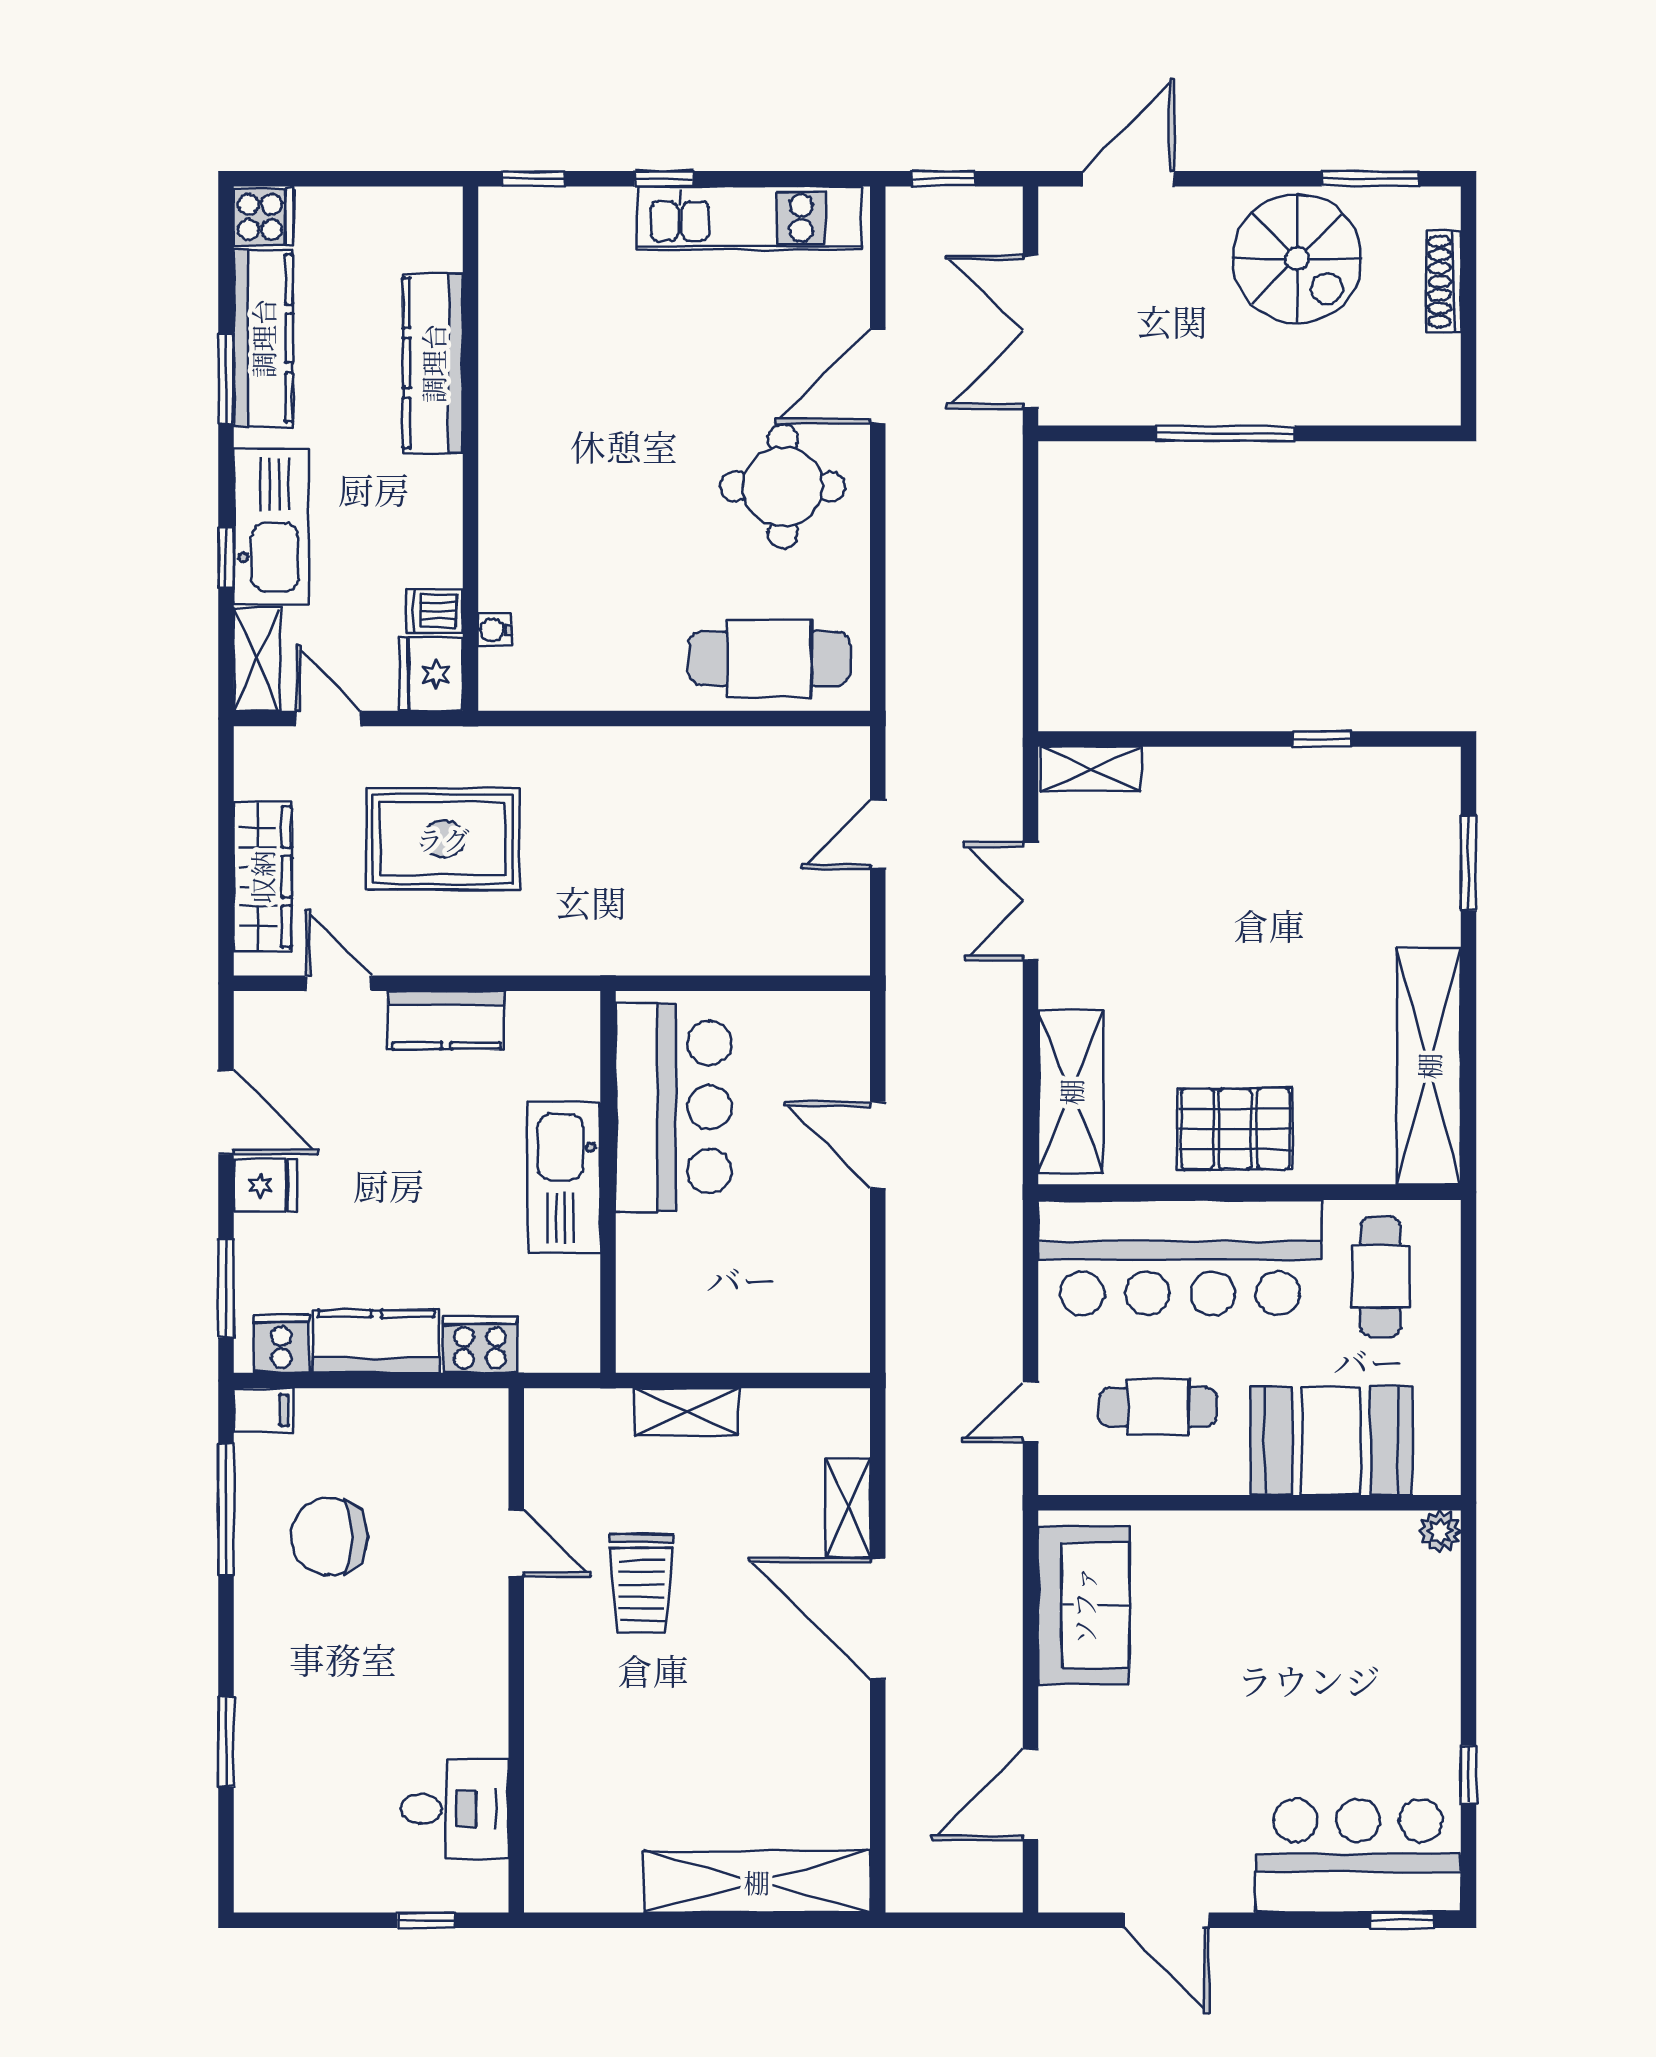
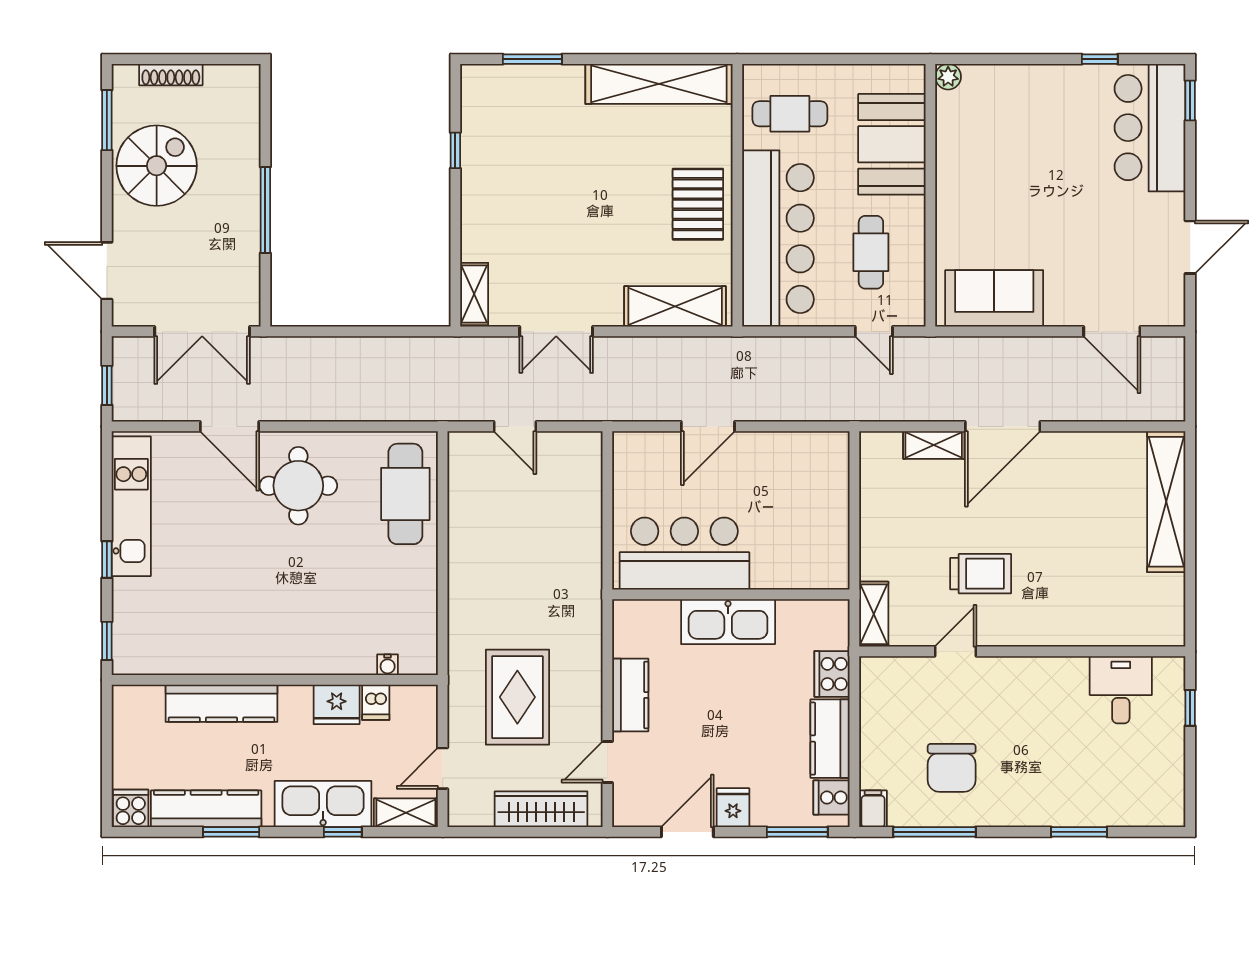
fridge: (431, 674) -> (337, 704), moved
shelving: (686, 1412) -> (874, 614), moved

